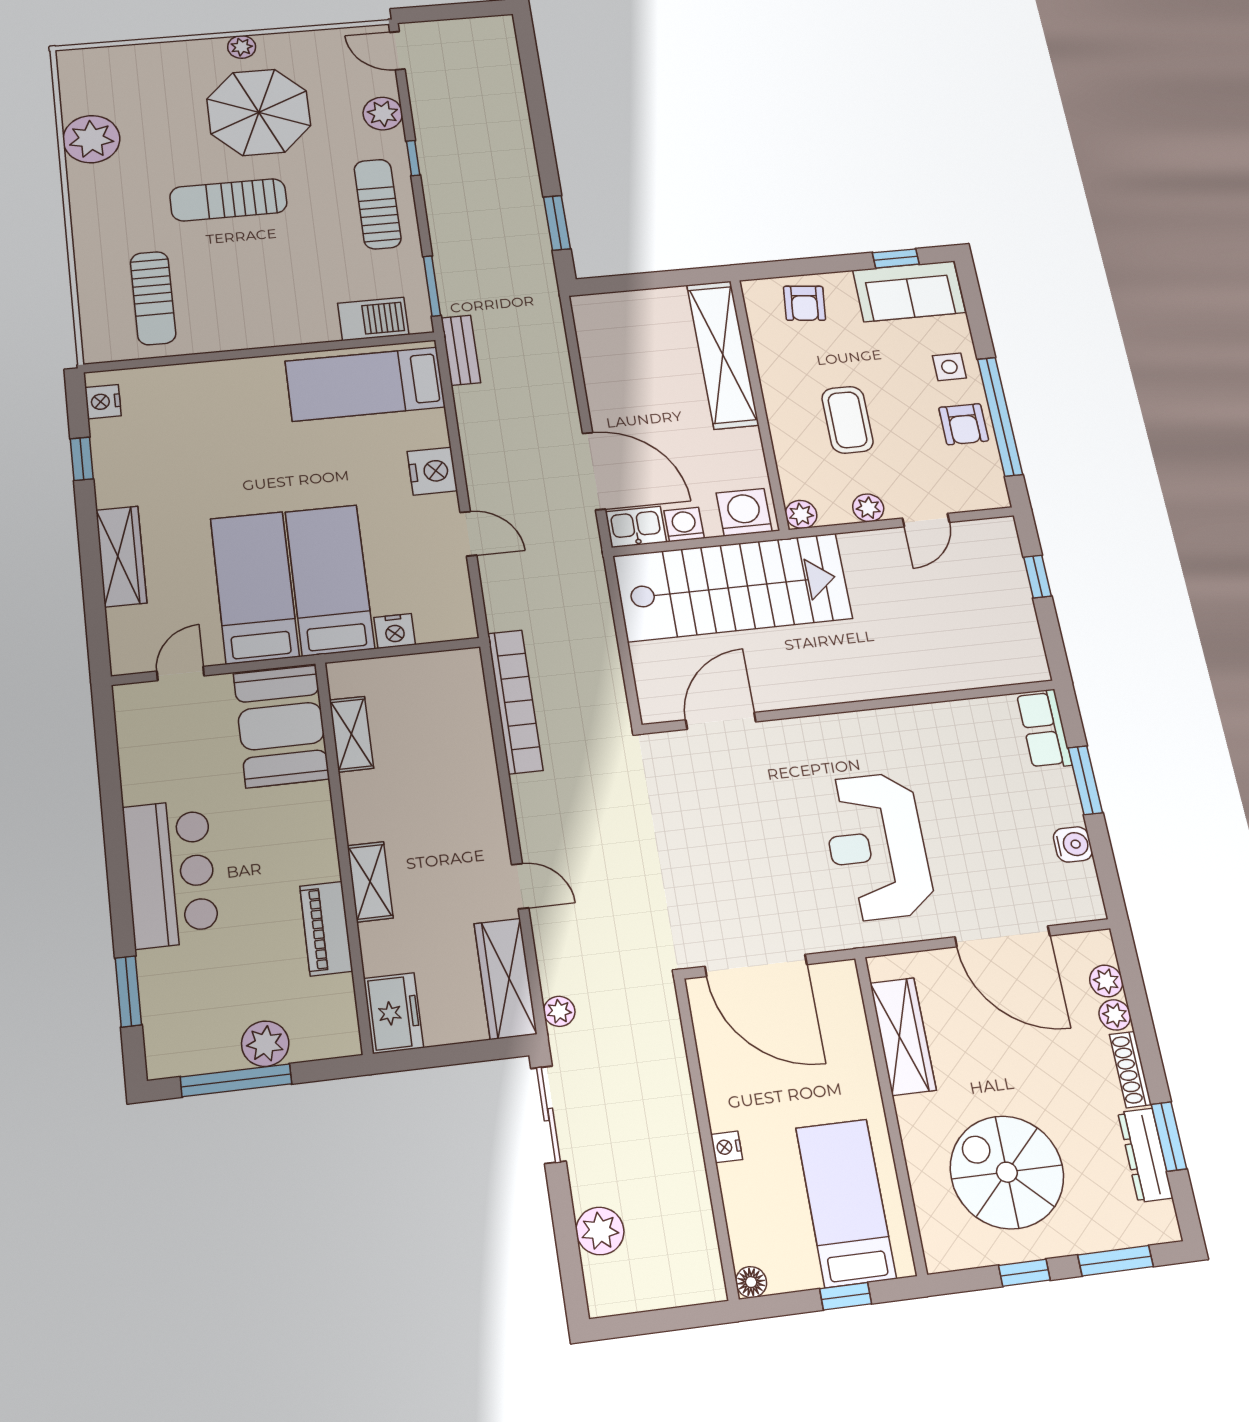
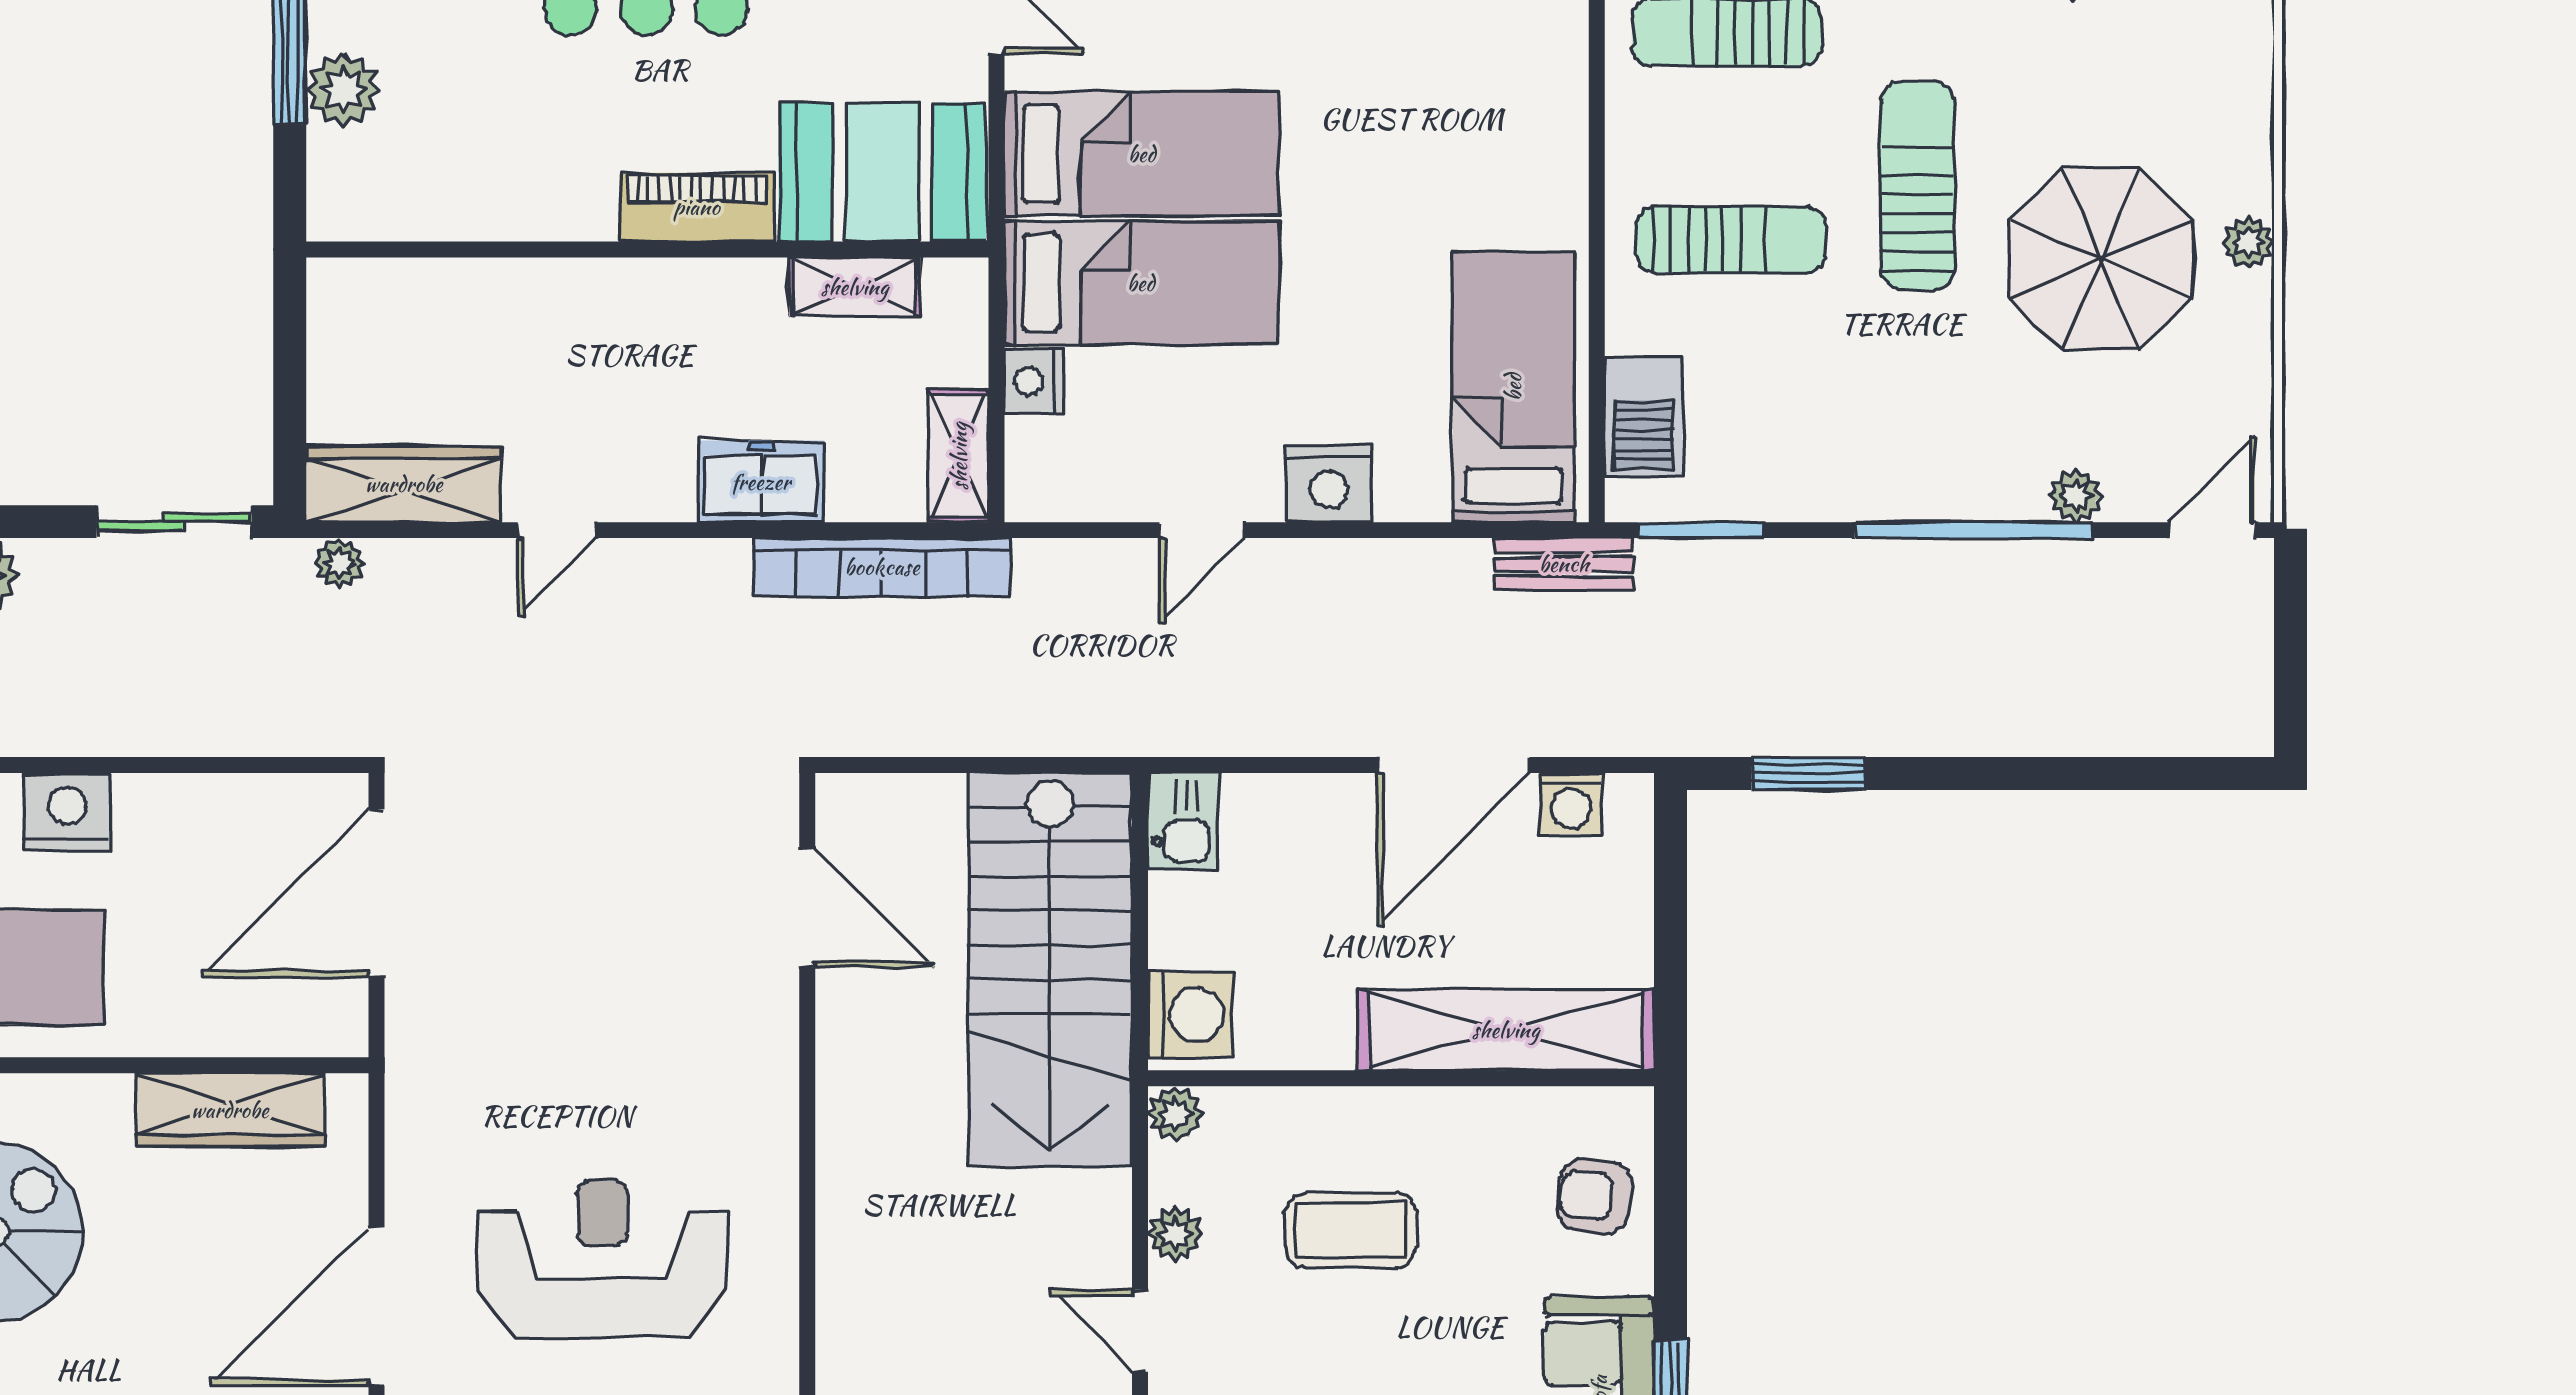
plant: (383, 114) -> (2076, 496), width x0.73, depth x0.73
window: (413, 158) -> (1973, 530), width x3.17
sun lounger: (378, 204) -> (1731, 240), moved
door: (594, 471) -> (1453, 765), moved
washing machine: (684, 524) -> (1571, 804), moved, turned 90
reception desk: (877, 846) -> (602, 1259), moved
shelving: (370, 882) -> (959, 456), moved, turned 90
piano: (326, 928) -> (697, 207), moved
freezer: (393, 1013) -> (761, 482), moved, turned 180
nightstand: (727, 1147) -> (67, 812), width x1.89, depth x1.79

